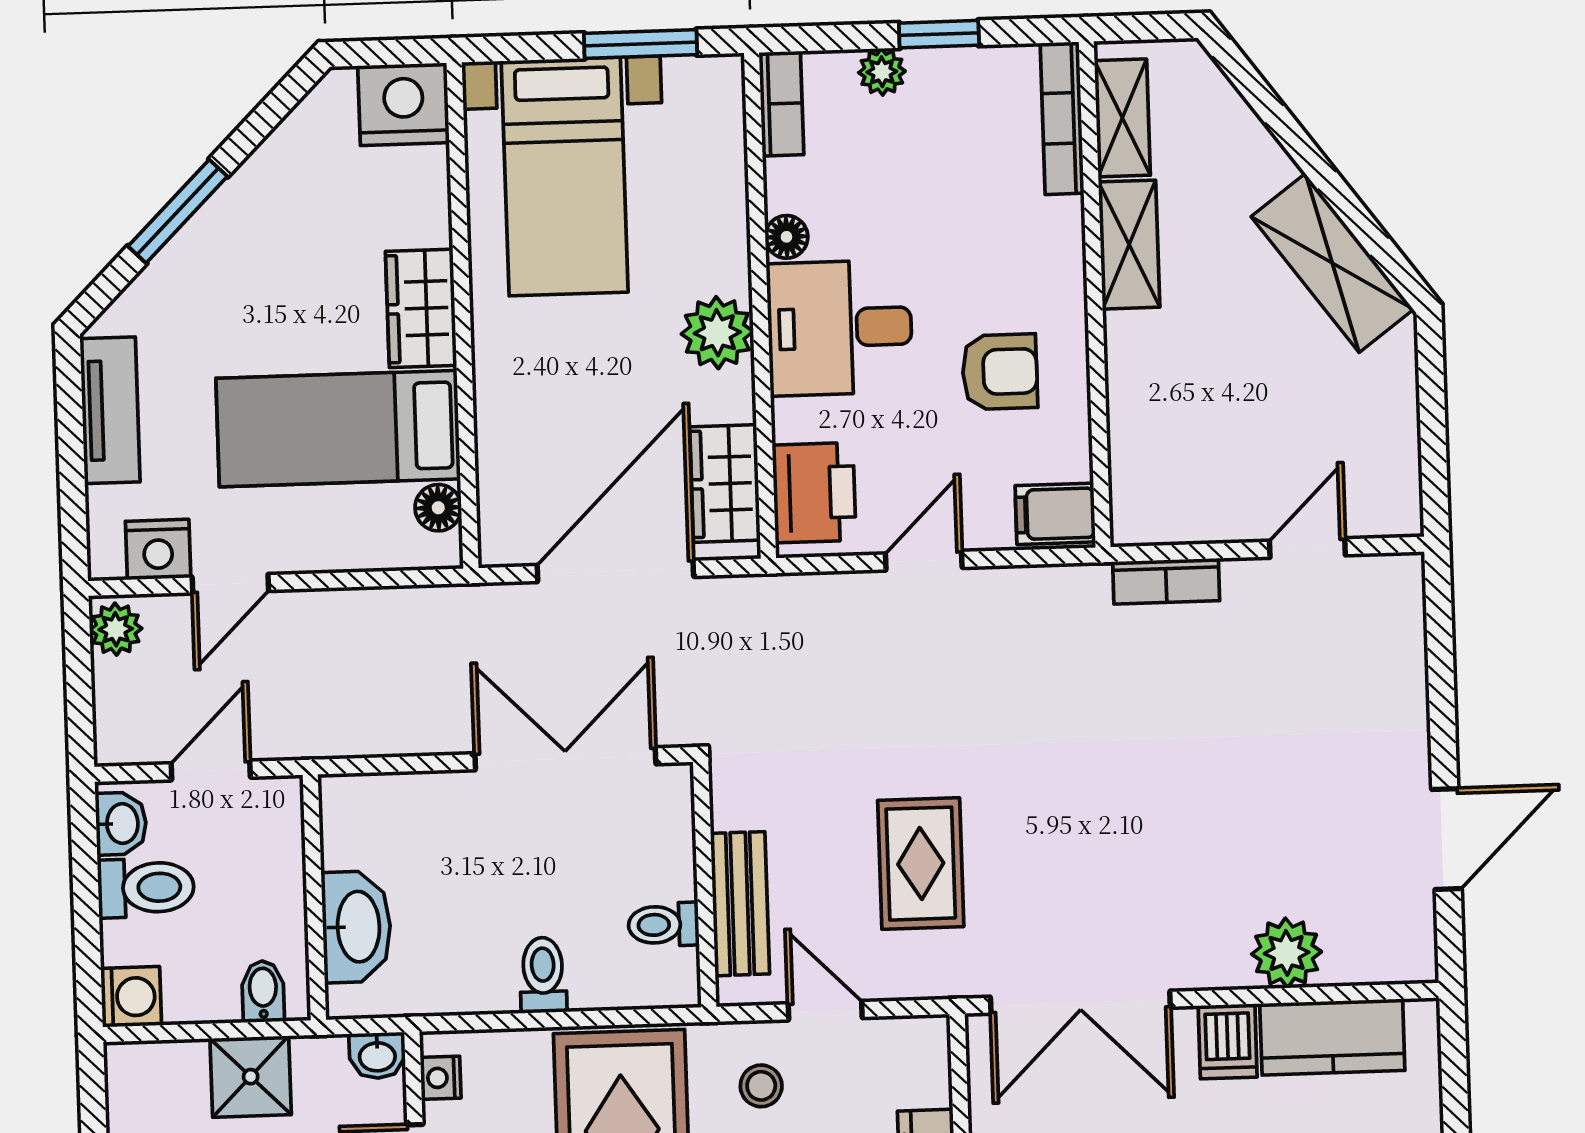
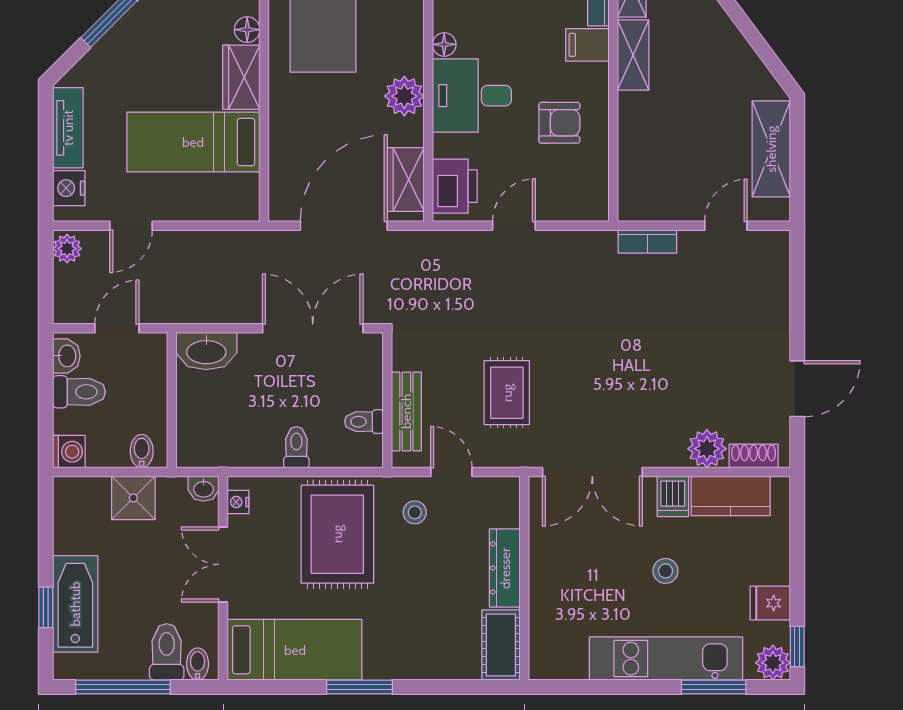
shelving: (1332, 263) -> (771, 149), moved, turned 37
floor lamp: (438, 508) -> (247, 30), moved
filing cabinet: (1055, 514) -> (587, 45), moved
nightstand: (158, 549) -> (69, 188), moved, turned 90
washbasin: (356, 927) -> (206, 351), moved, turned 90
shoe rack: (1371, 964) -> (754, 456), added

